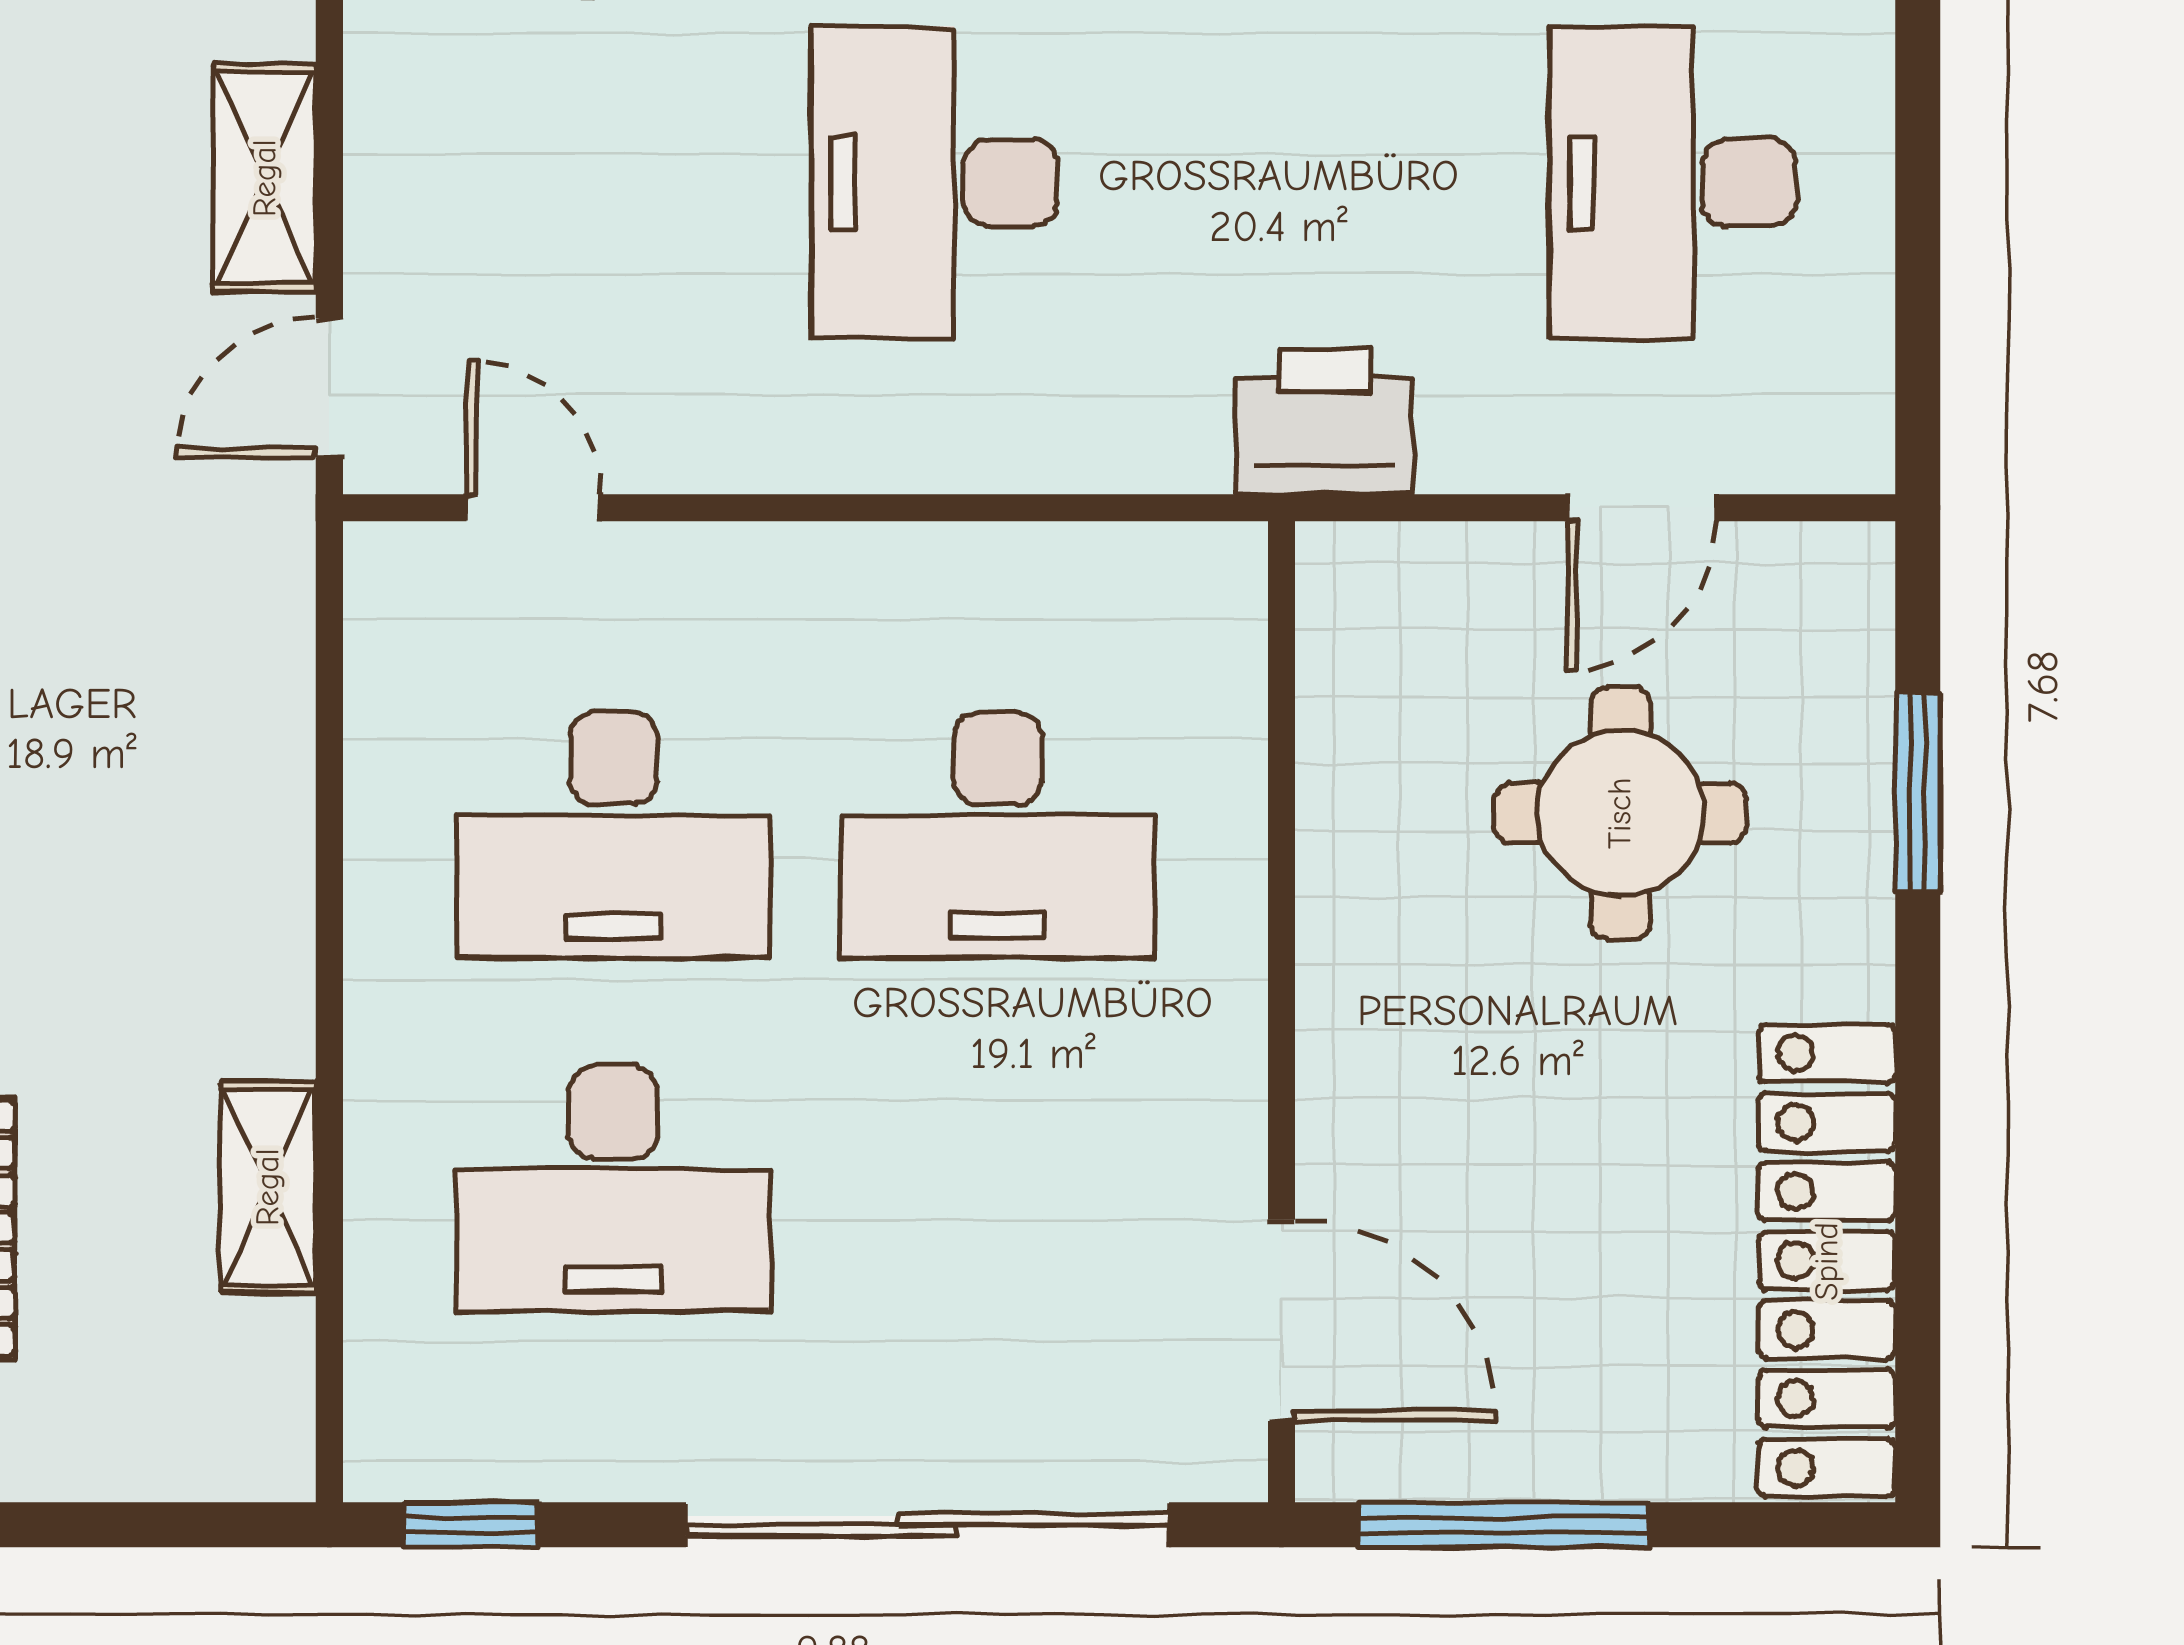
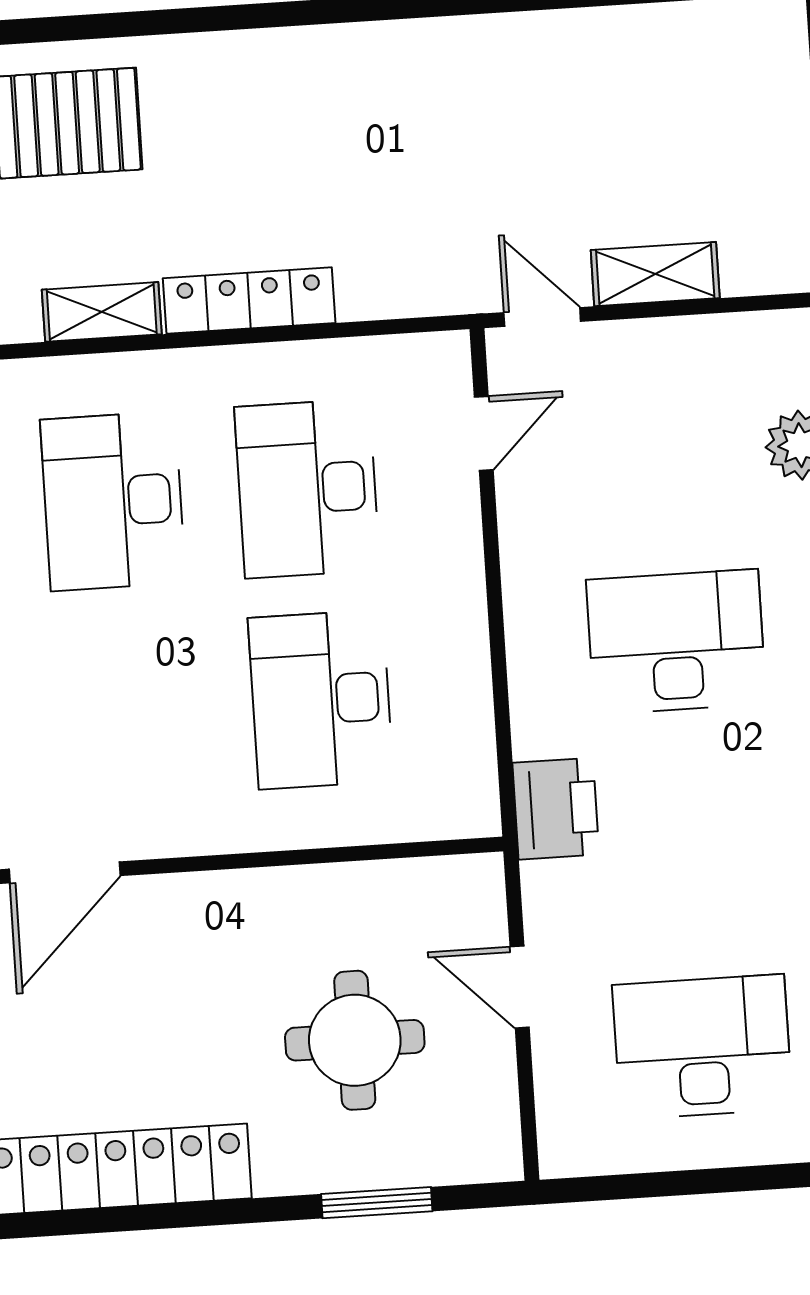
printer: (1324, 421) -> (556, 809), moved
door: (1642, 508) -> (520, 987), moved
locker: (265, 918) -> (249, 301), added

